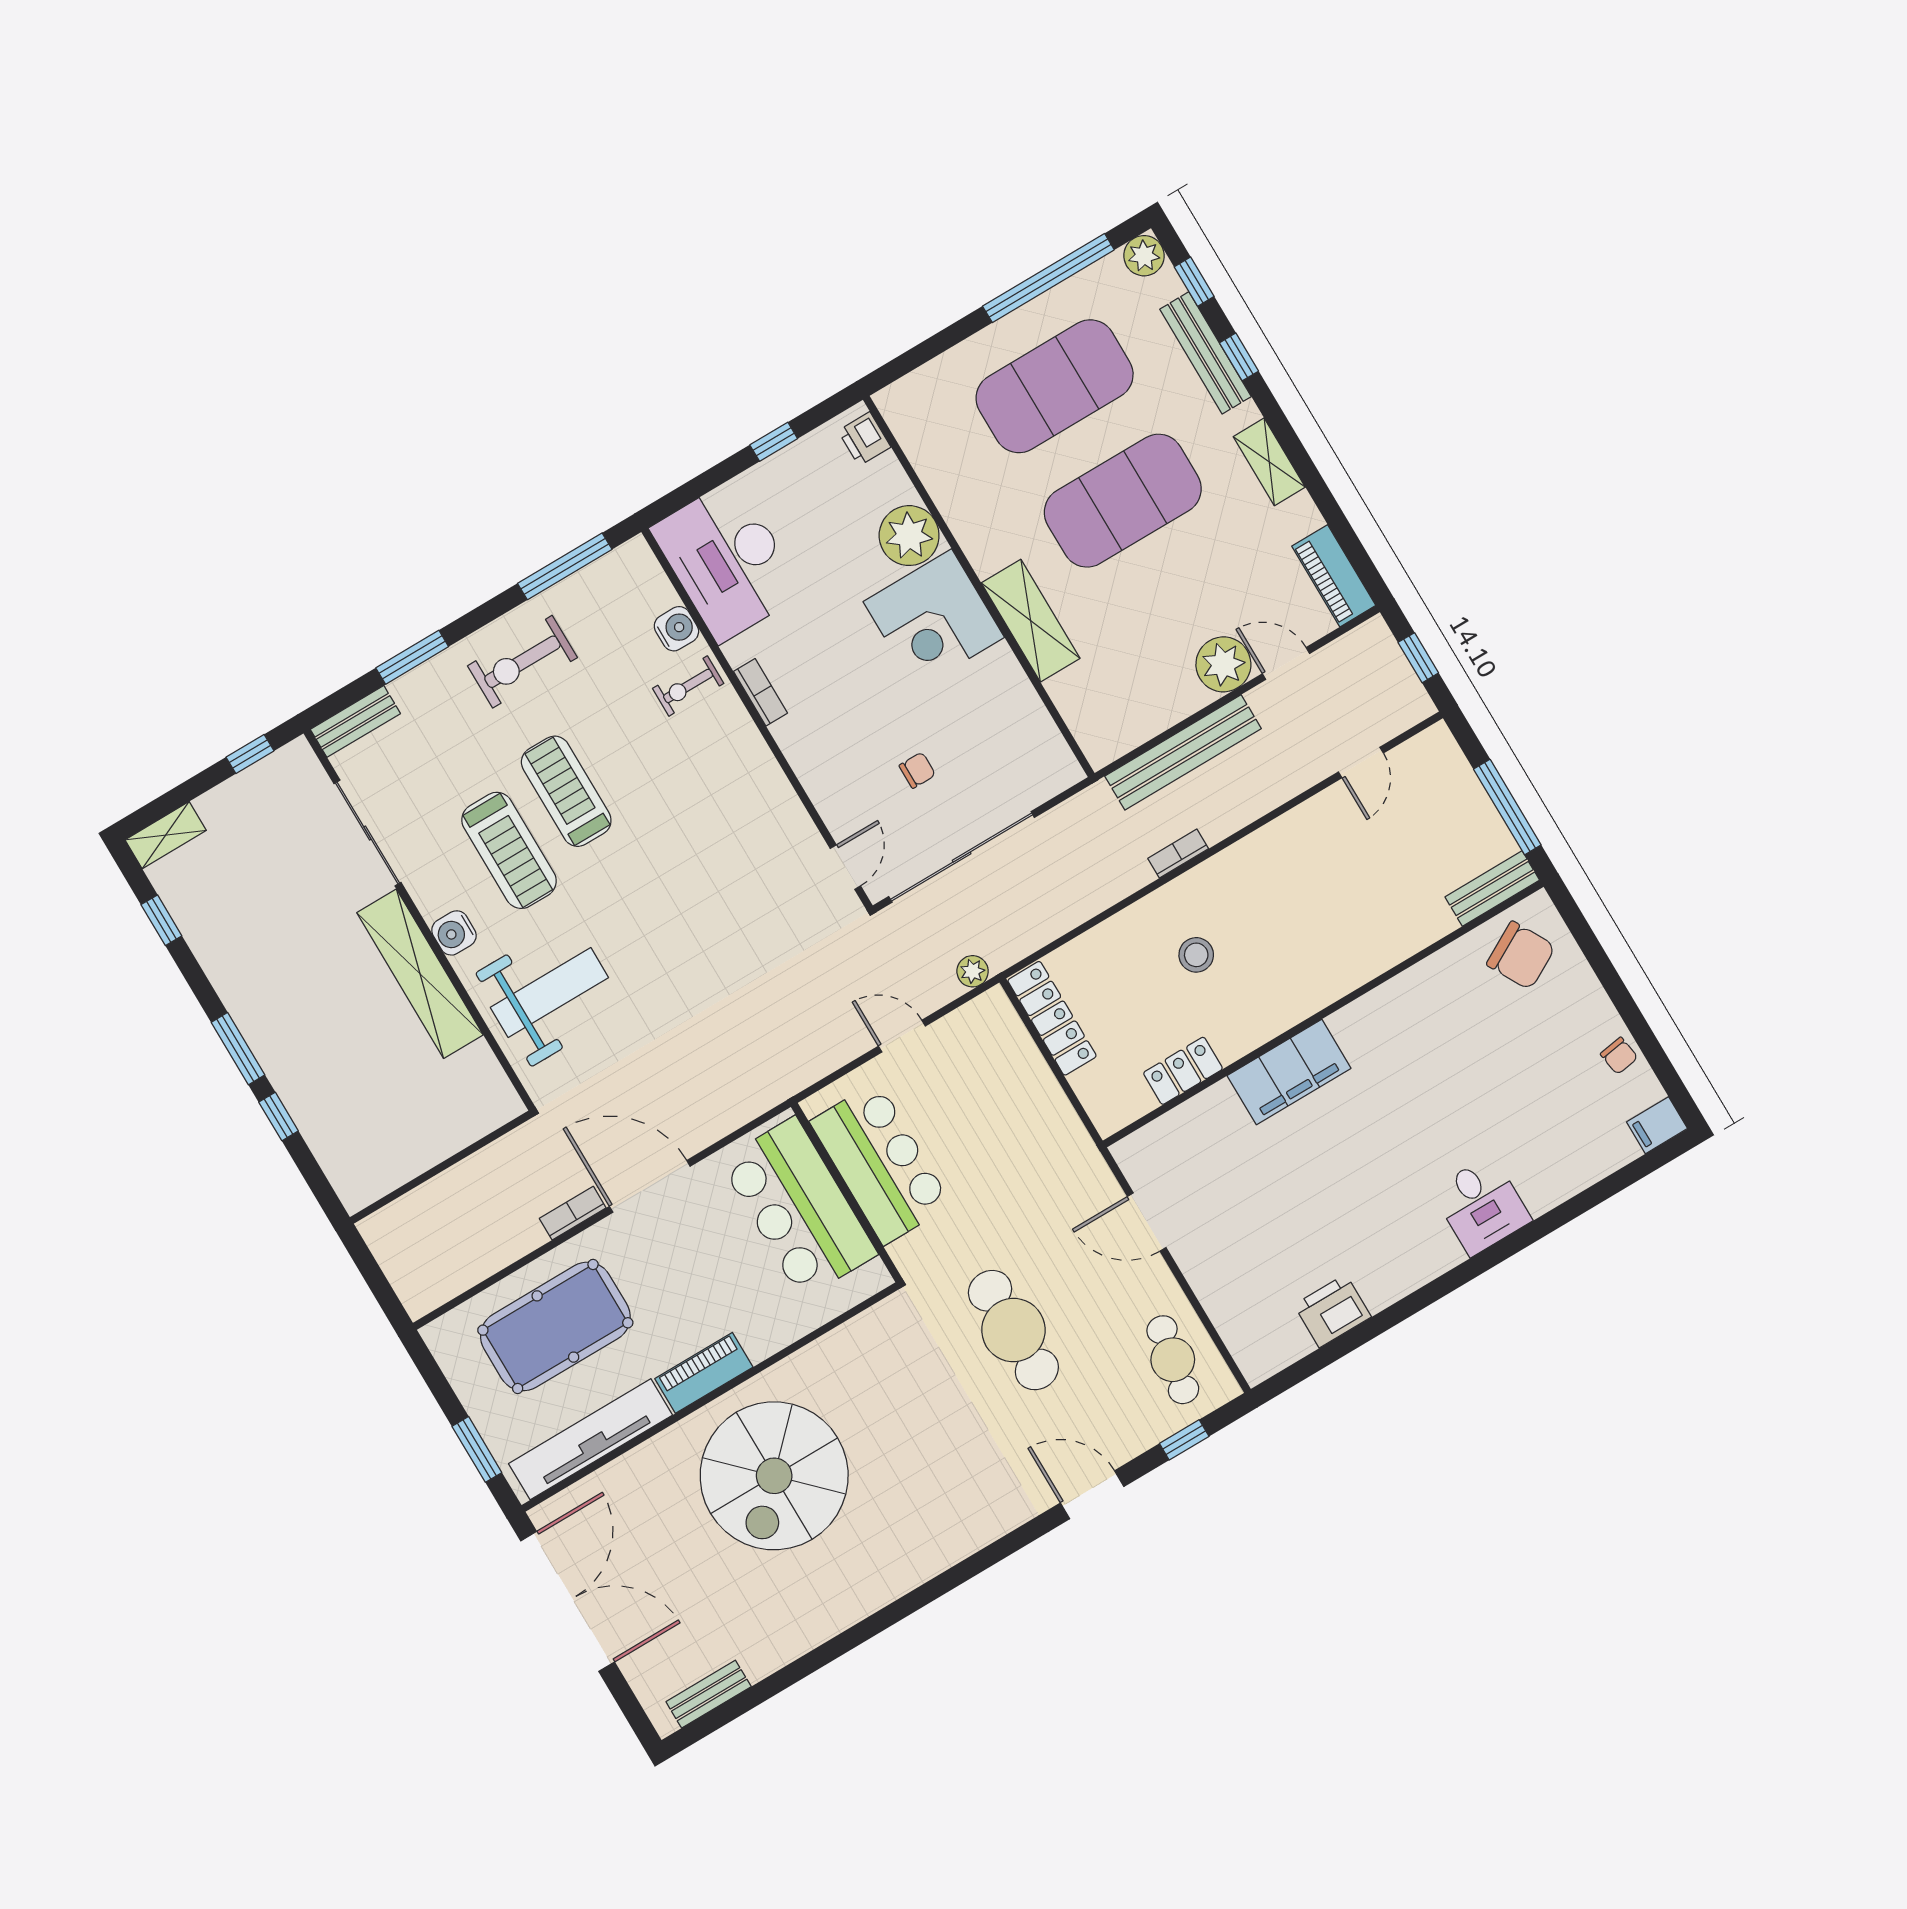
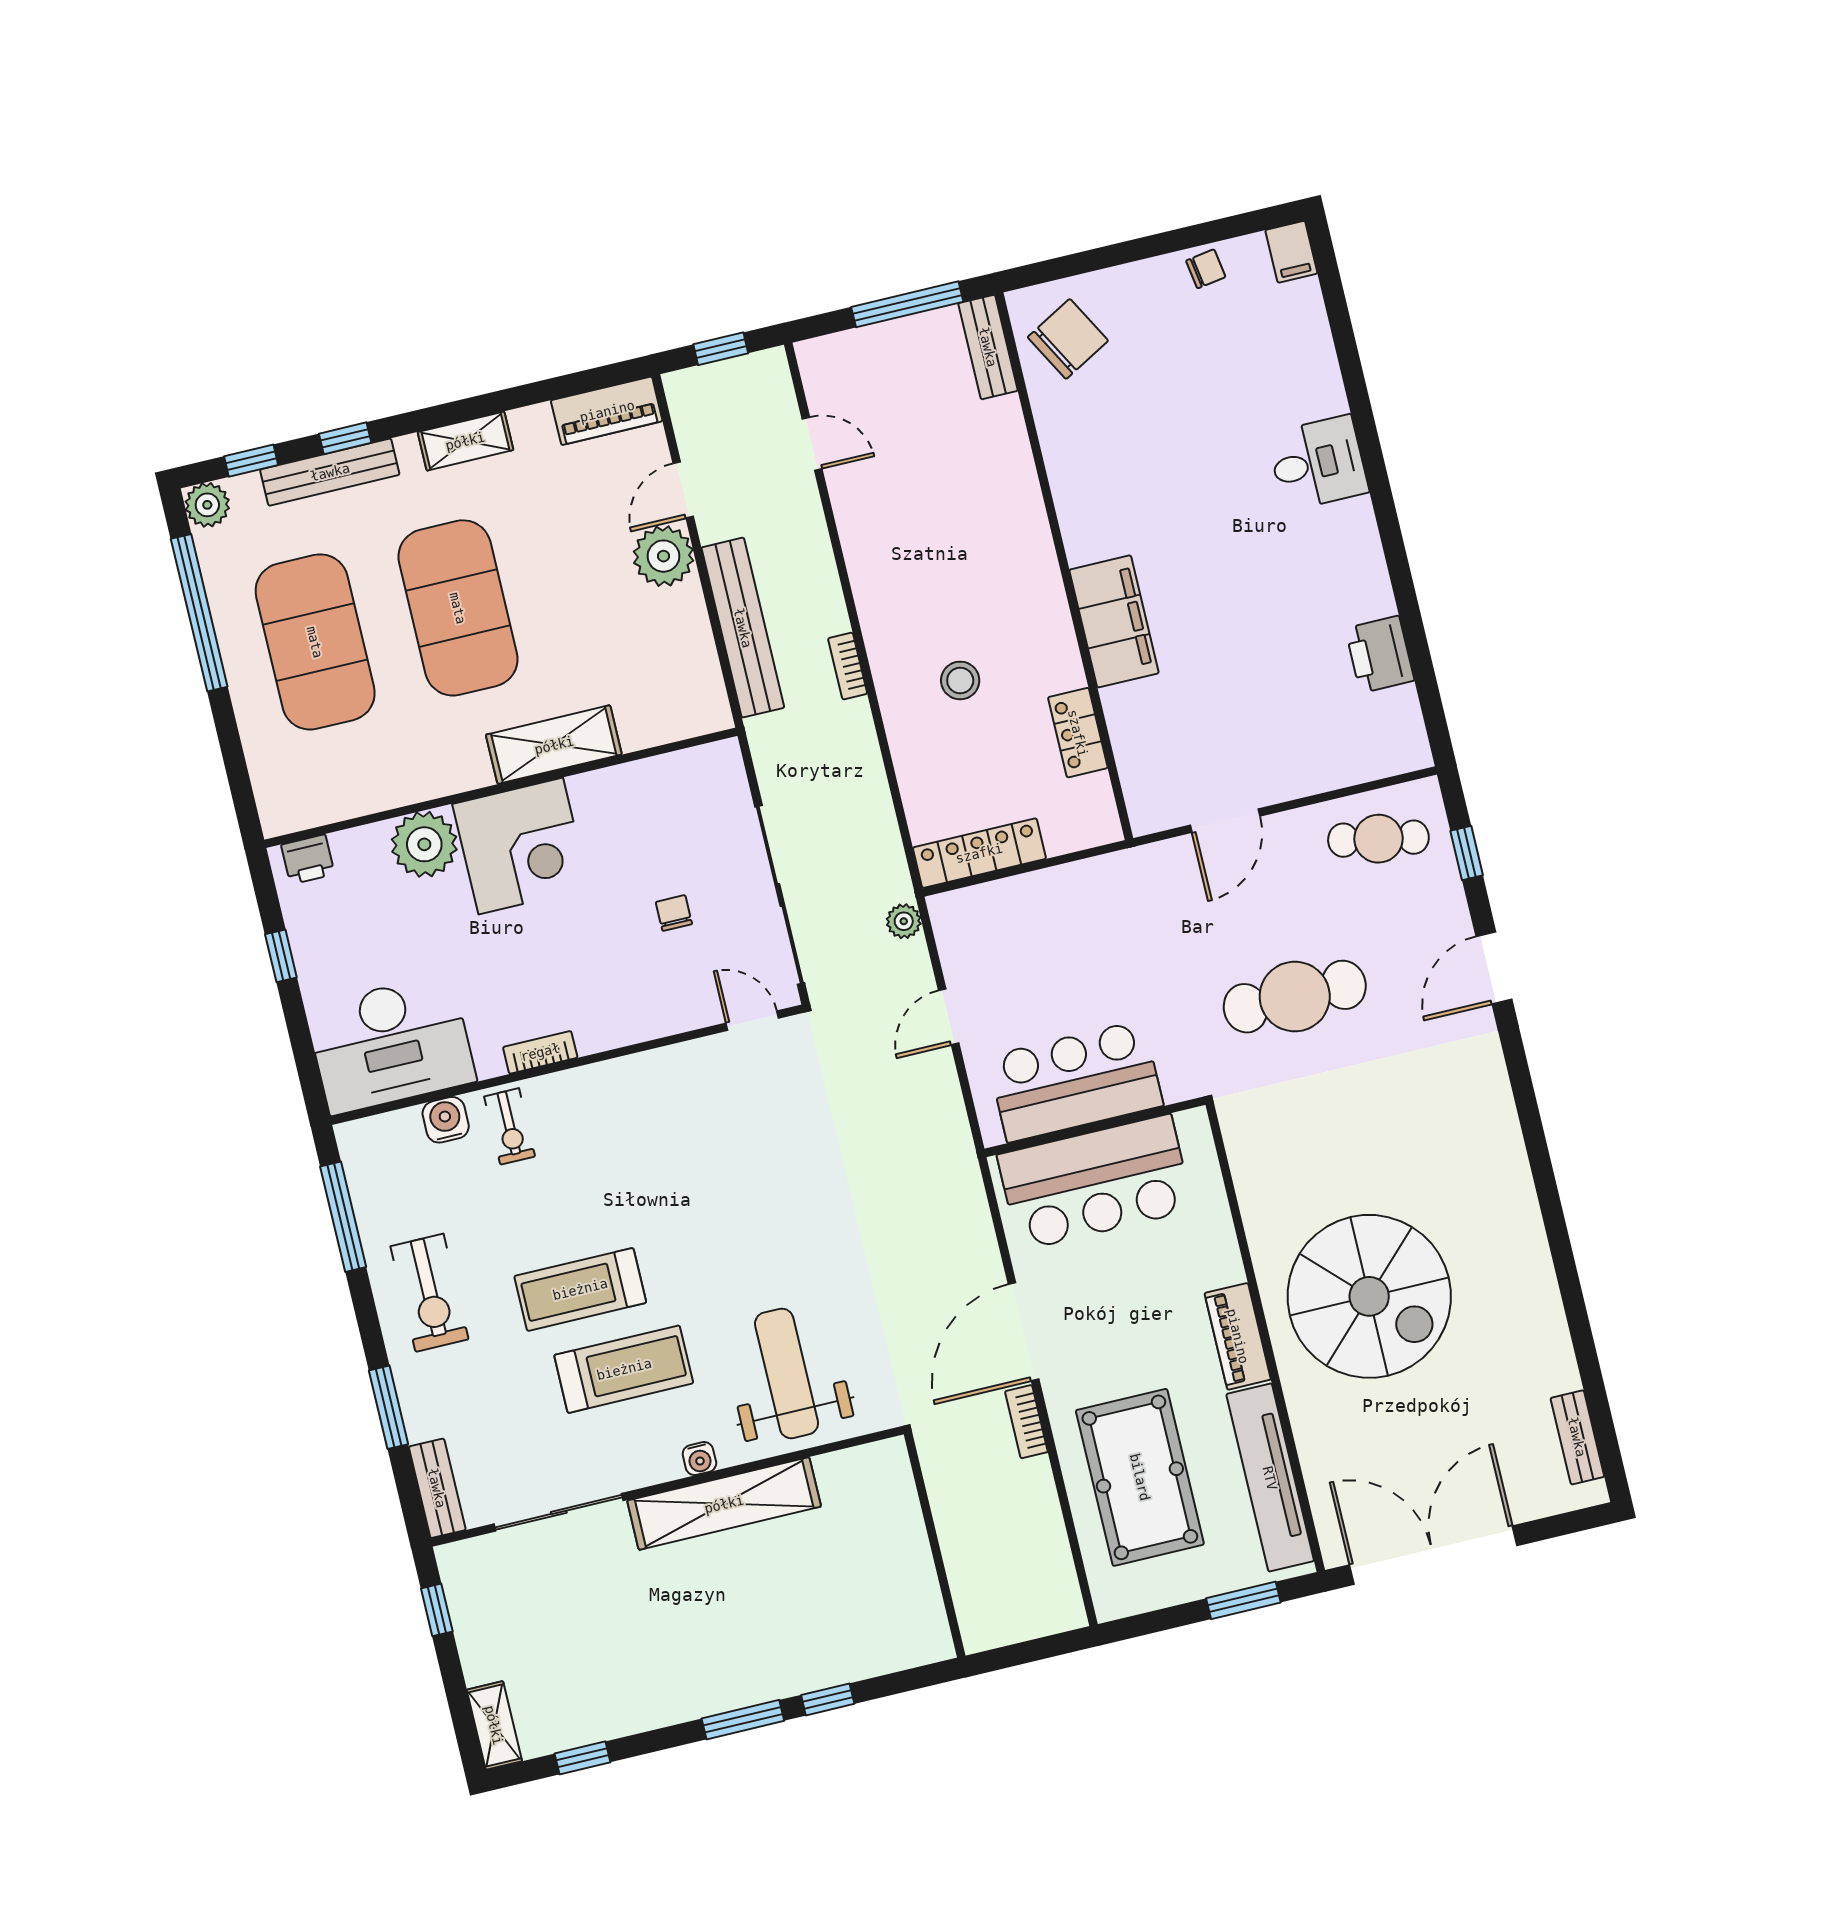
water cooler: (454, 933) -> (699, 1459), width x0.72, depth x0.72

